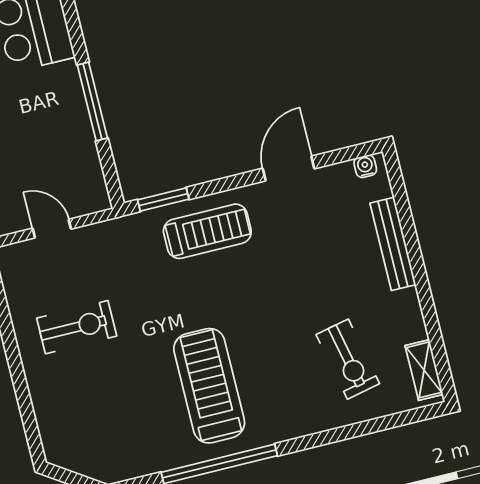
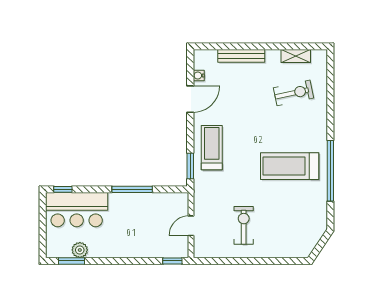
water cooler: (365, 166) -> (199, 76), moved
door: (288, 169) -> (190, 99), swing flipped
shelving: (424, 370) -> (296, 56), moved

